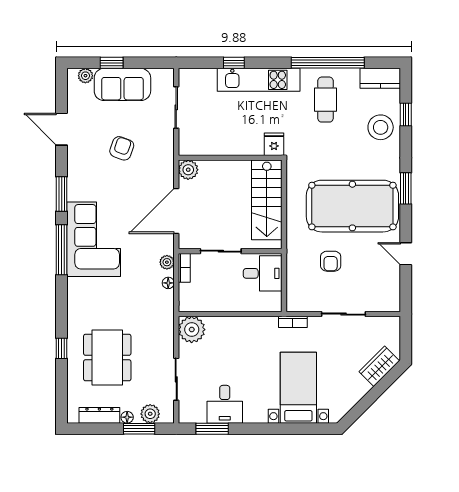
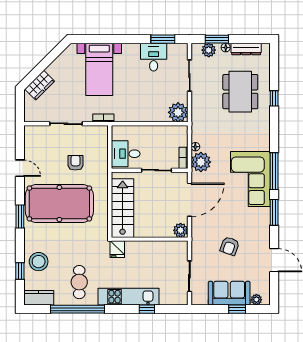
plant: (167, 262) -> (201, 162), width x1.88, depth x1.88

